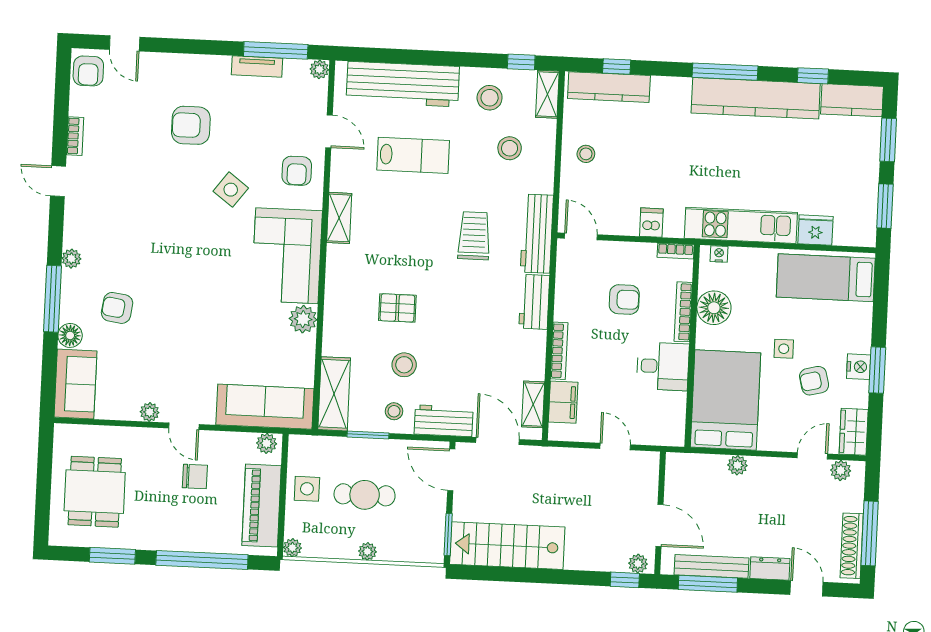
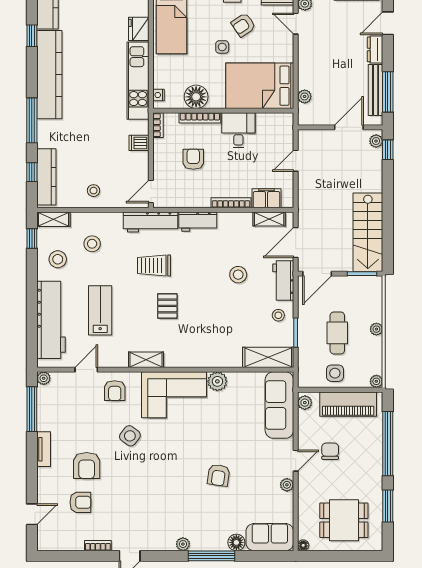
tv unit: (257, 66) -> (44, 449), moved
armchair: (88, 71) -> (80, 502), moved
window: (725, 72) -> (32, 120), moved
armchair: (297, 171) -> (115, 391), turned 90
armchair: (117, 308) -> (219, 475), moved
pallet: (397, 308) -> (167, 306), moved
stool: (404, 365) -> (238, 275), moved
armchair: (814, 381) -> (243, 25), turned 70
floor lamp: (61, 431) -> (303, 545), added
plant: (737, 465) -> (305, 96), moved

